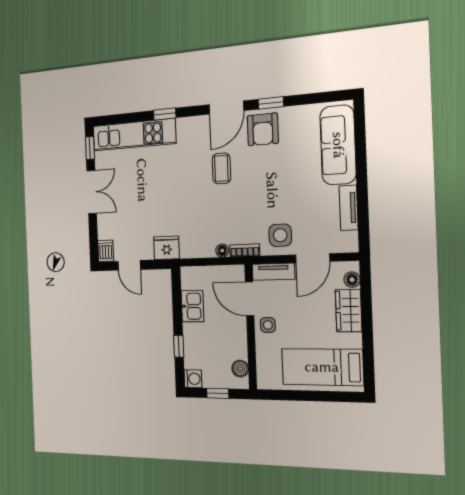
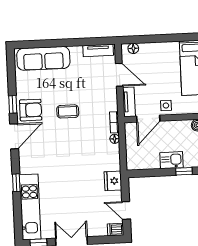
door: (226, 108) -> (14, 136), hinge flipped
coffee table: (221, 168) -> (68, 111), moved
tv unit: (349, 208) -> (98, 50), moved
side table: (280, 235) -> (104, 97), removed
door: (129, 265) -> (126, 210), swing flipped
kitchen sink: (192, 306) -> (171, 160), moved
wardrobe: (349, 311) -> (154, 50), removed

